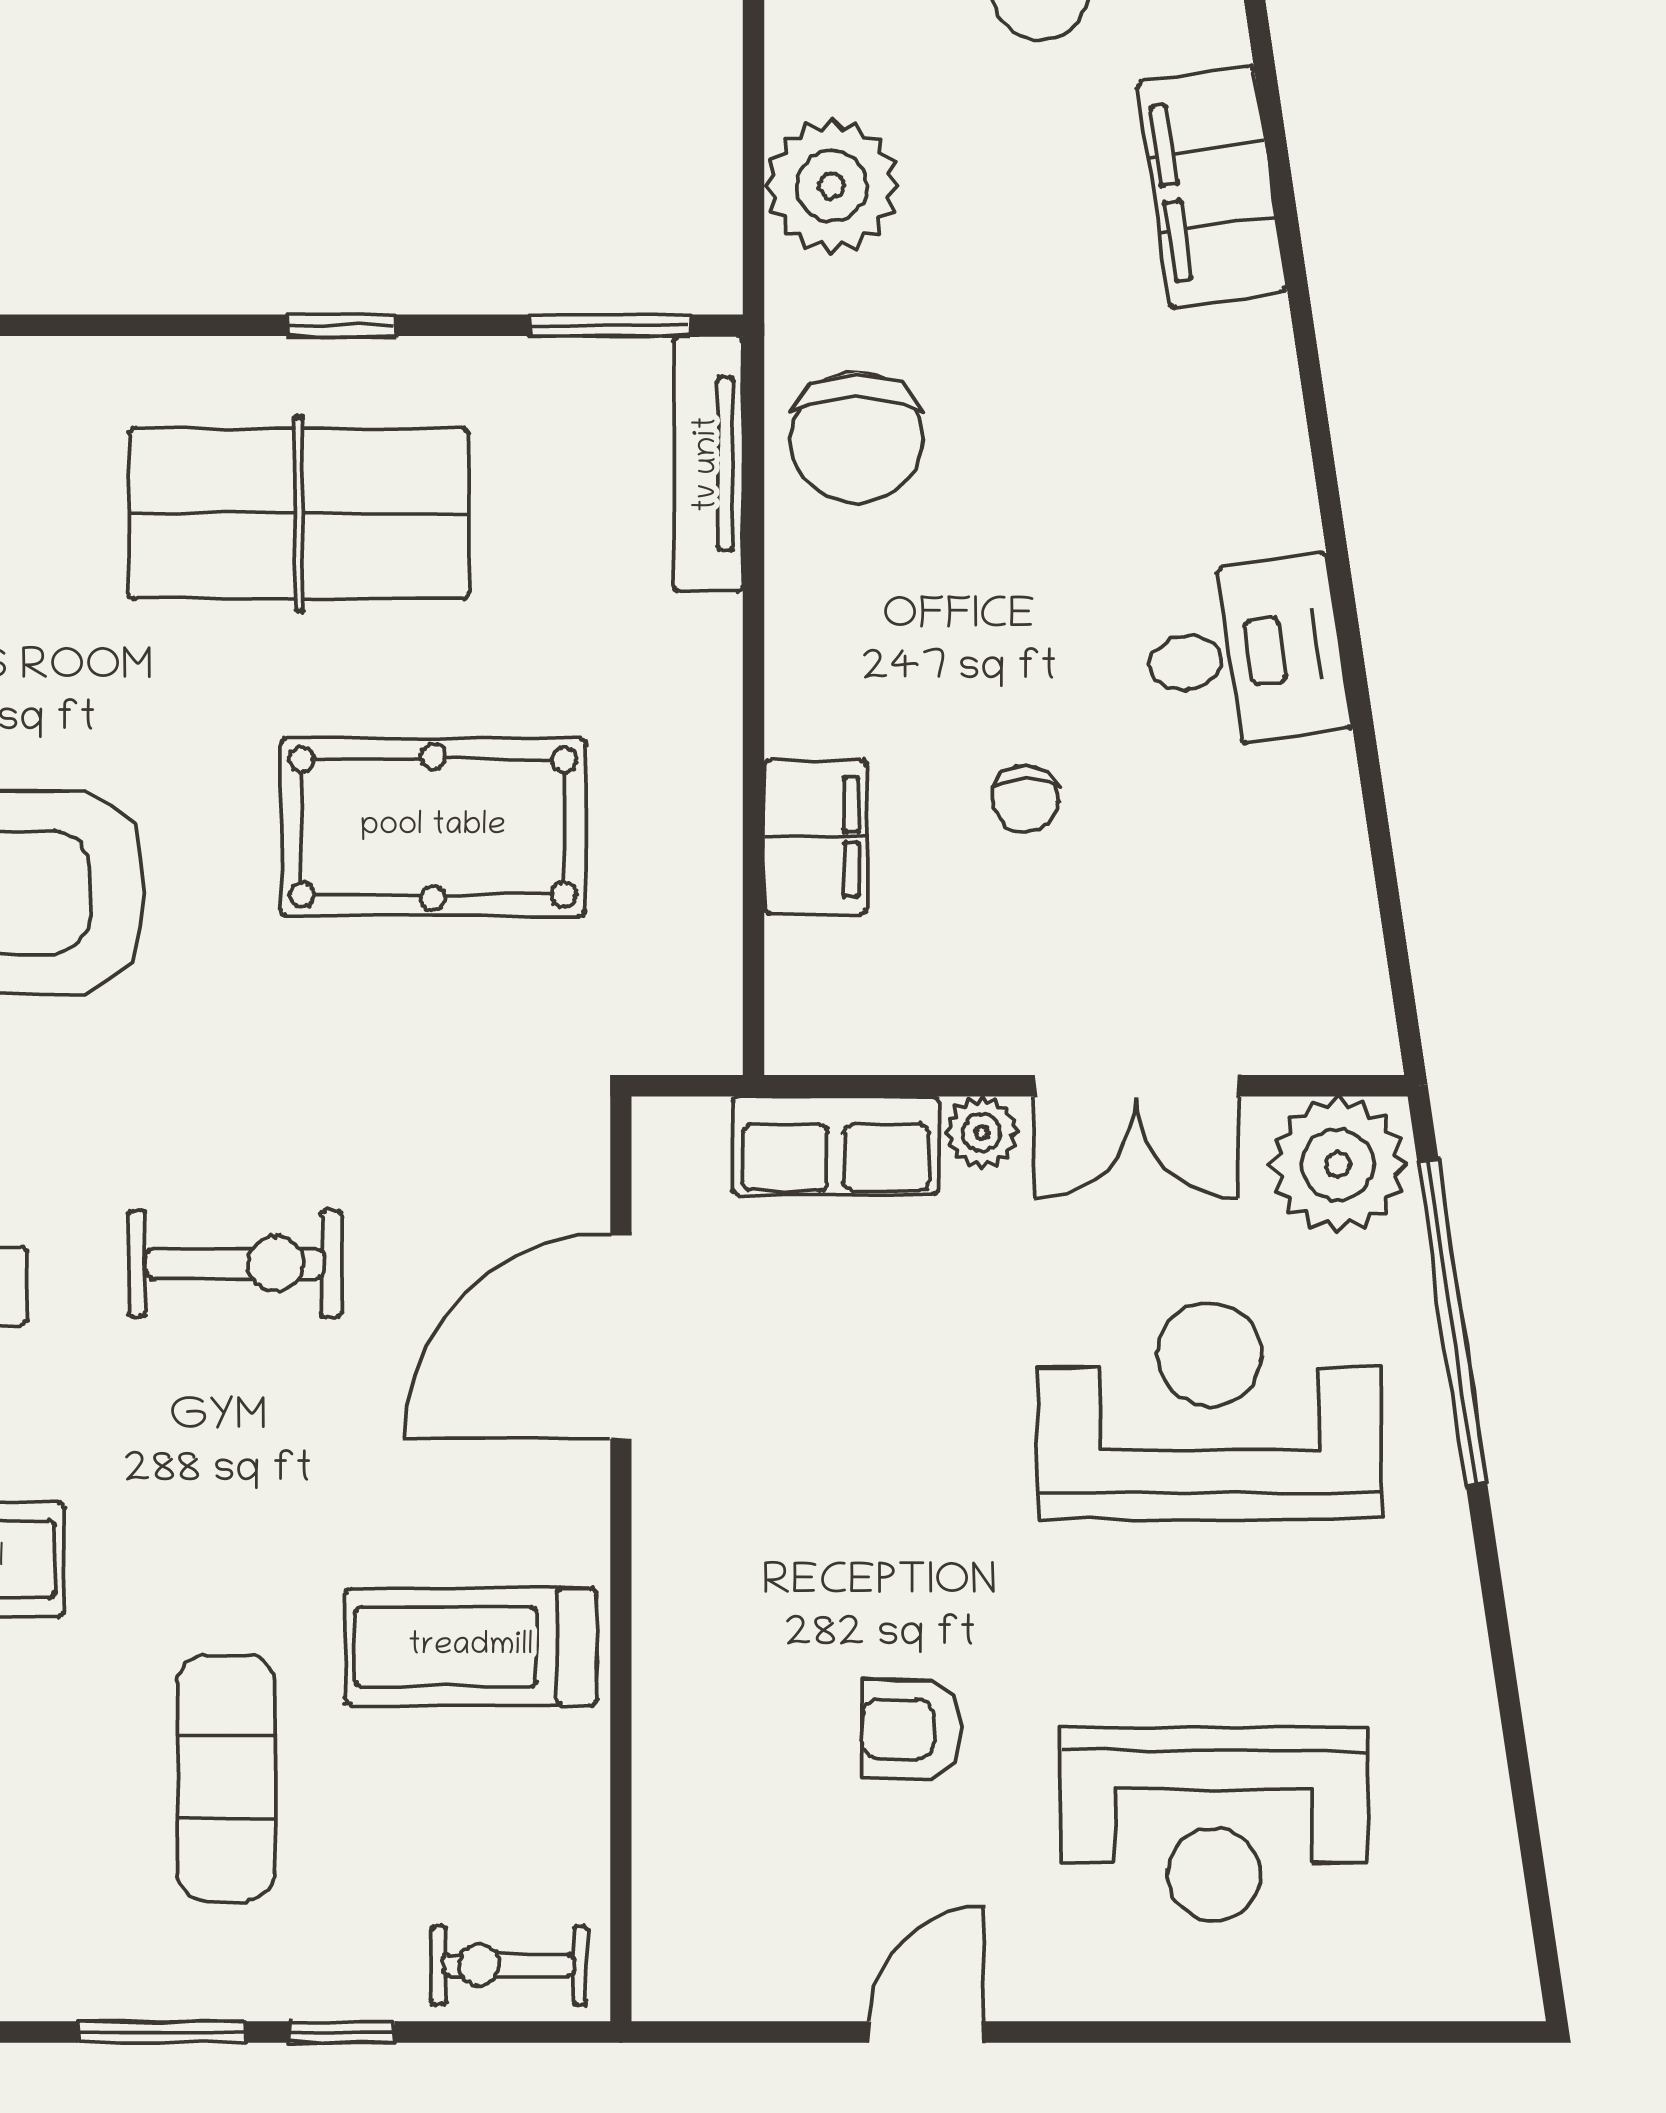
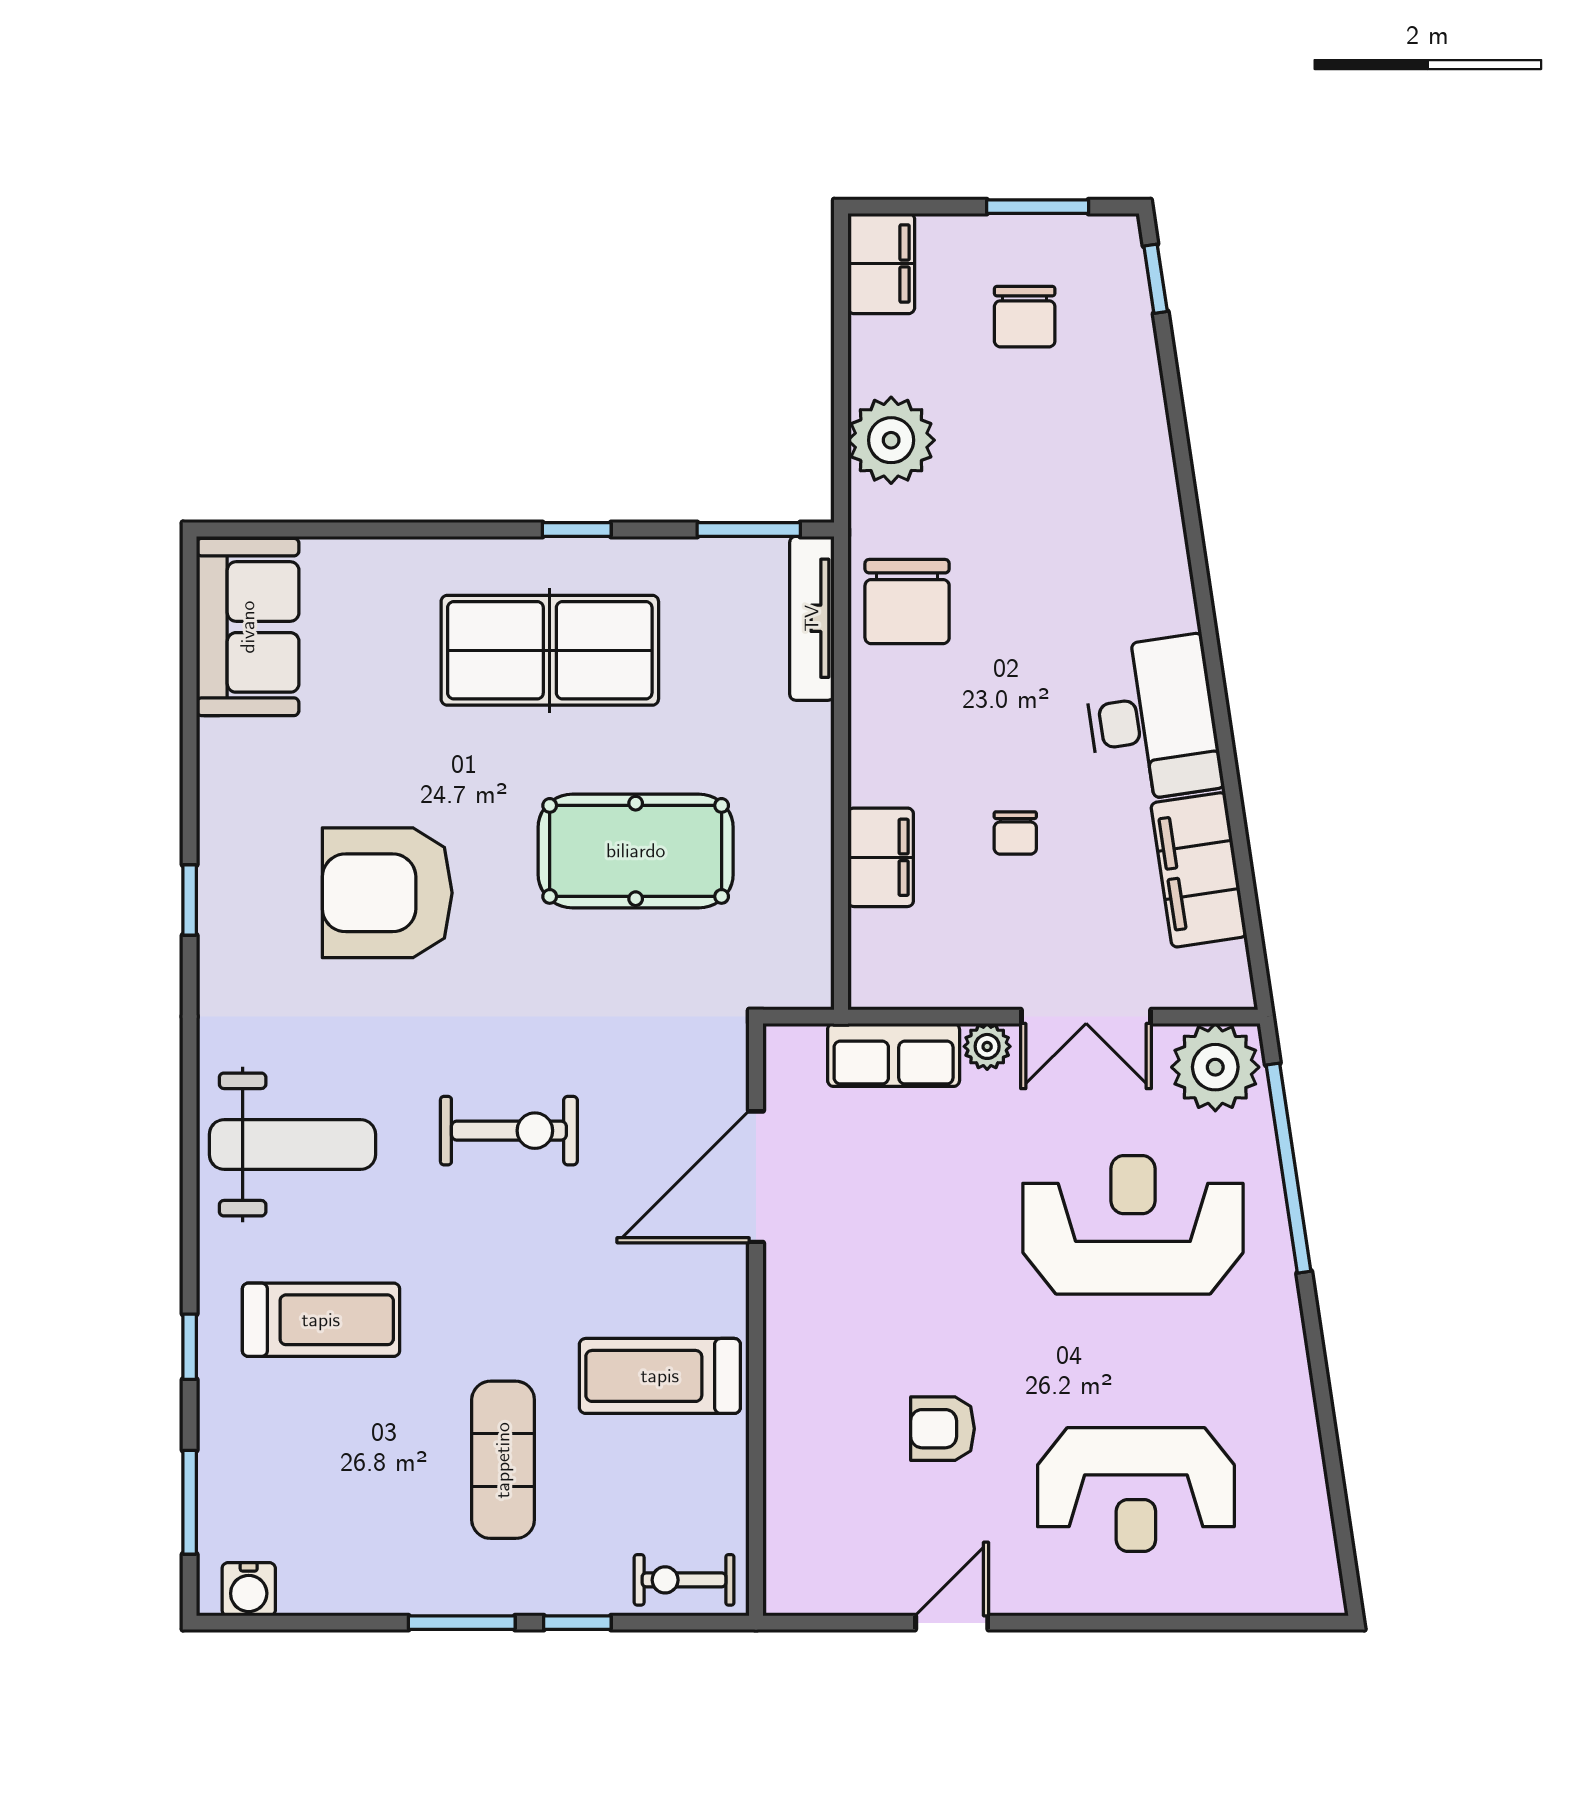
filing cabinet: (1212, 187) -> (1199, 870), moved
desk: (1245, 654) -> (1152, 719), width x1.37

